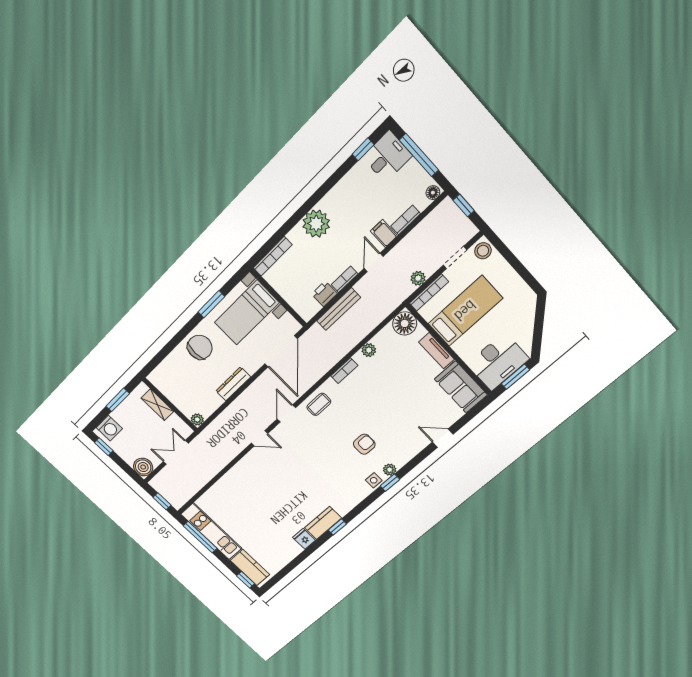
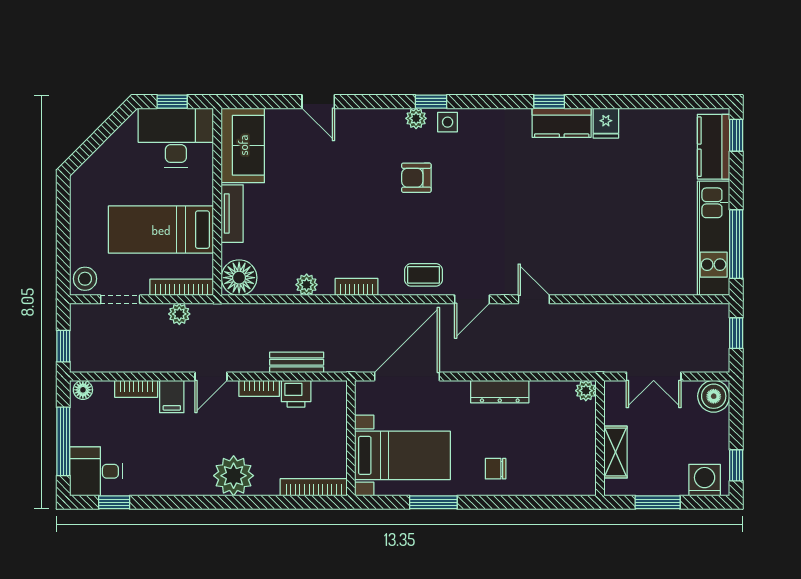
bench: (339, 309) -> (297, 362), width x0.73
chair: (200, 347) -> (496, 469), width x0.54, depth x0.54
window: (515, 377) -> (172, 102), width x0.67

